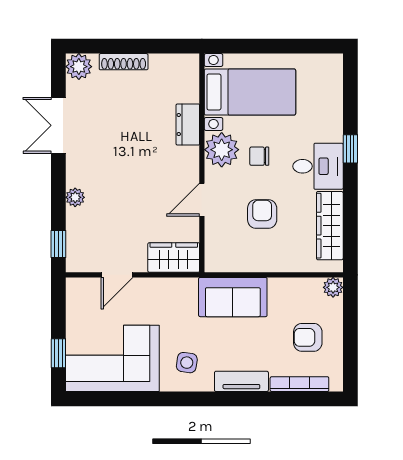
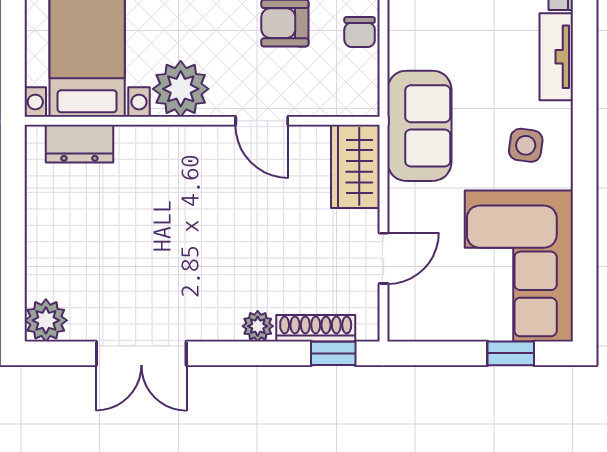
shoe rack: (124, 62) -> (316, 328), moved, turned -90
dresser: (188, 125) -> (79, 144), moved
chair: (259, 156) -> (360, 32), moved
door: (117, 275) -> (384, 258), hinge flipped
sofa: (233, 297) -> (419, 126), moved

